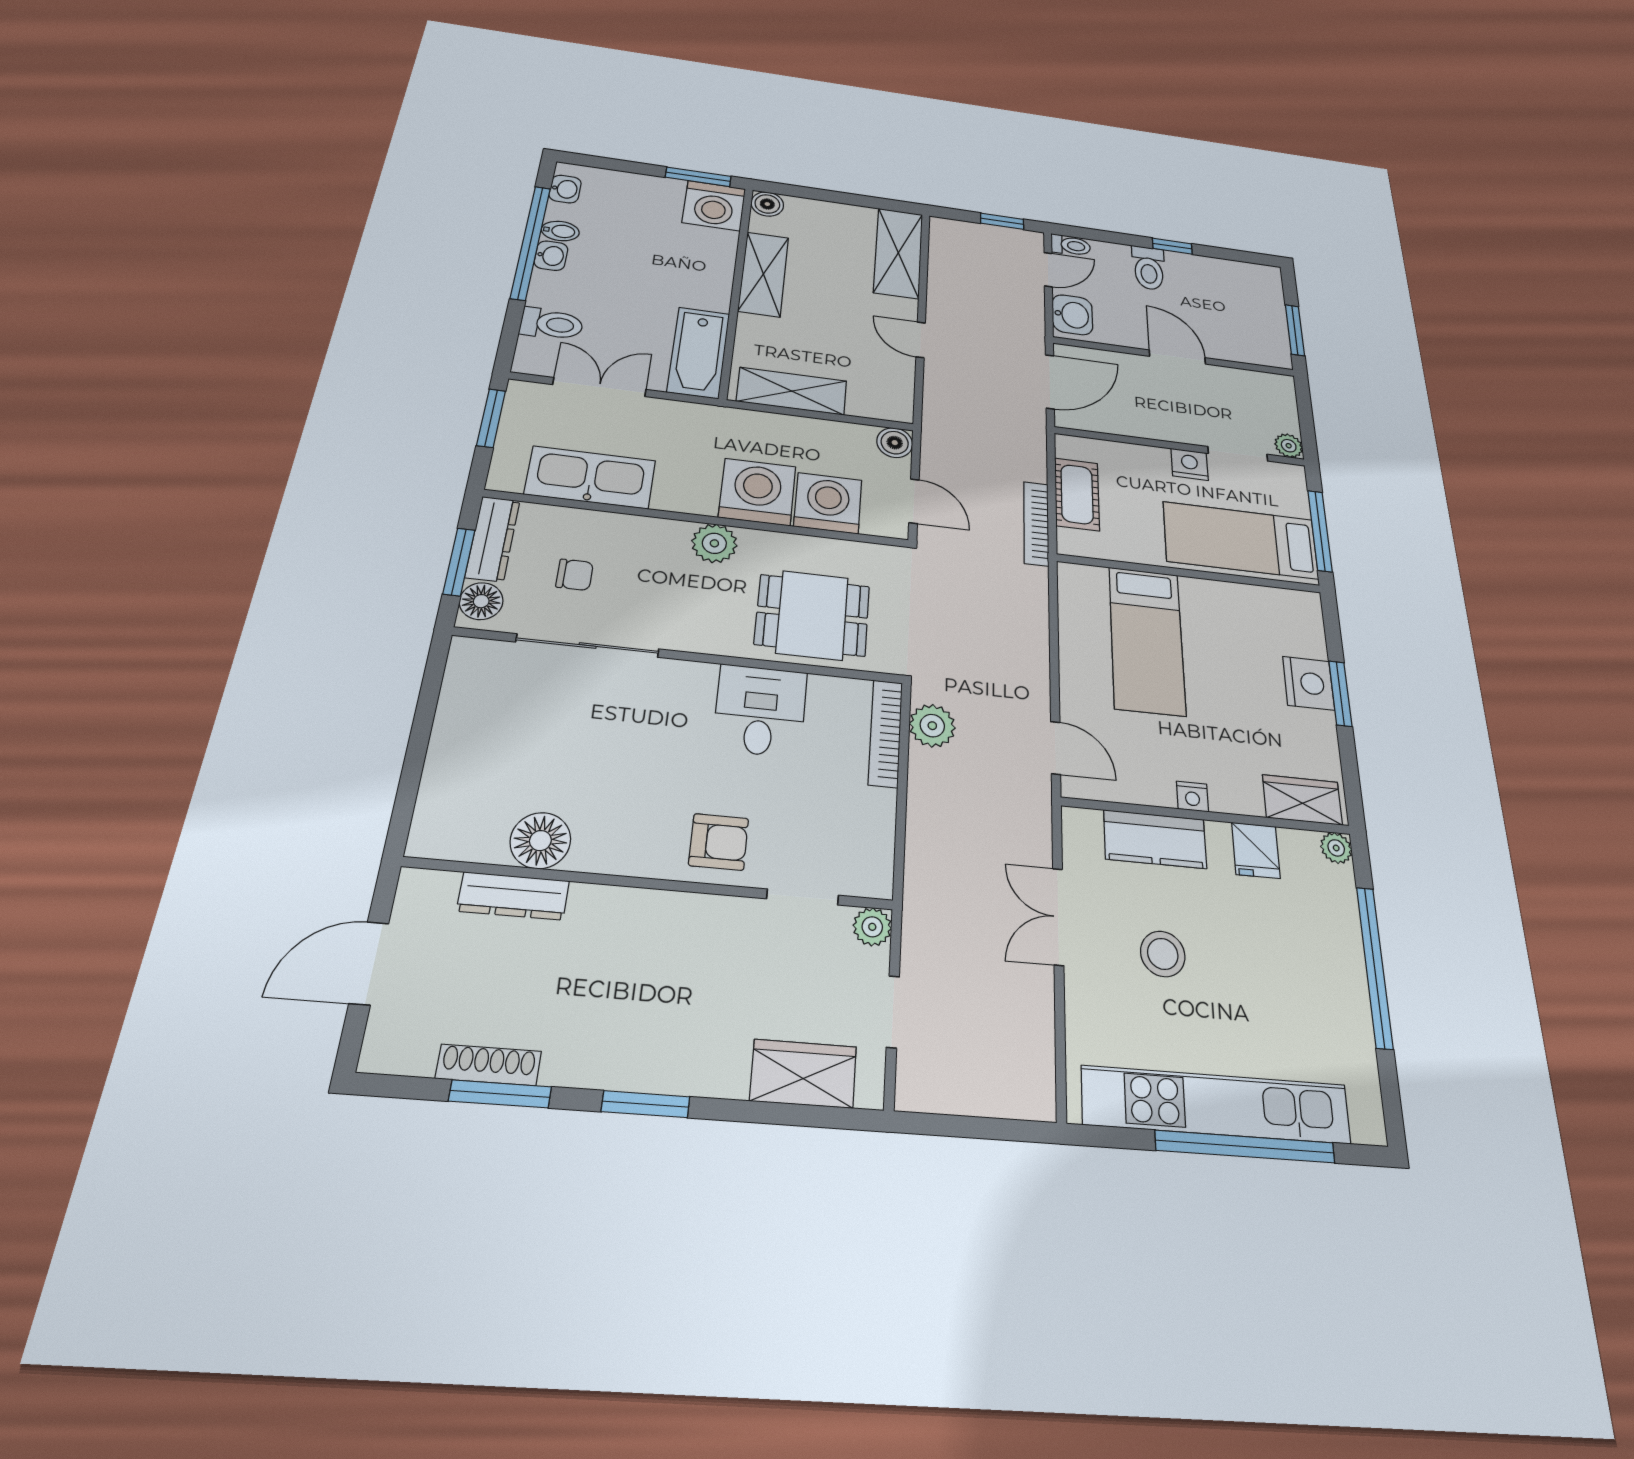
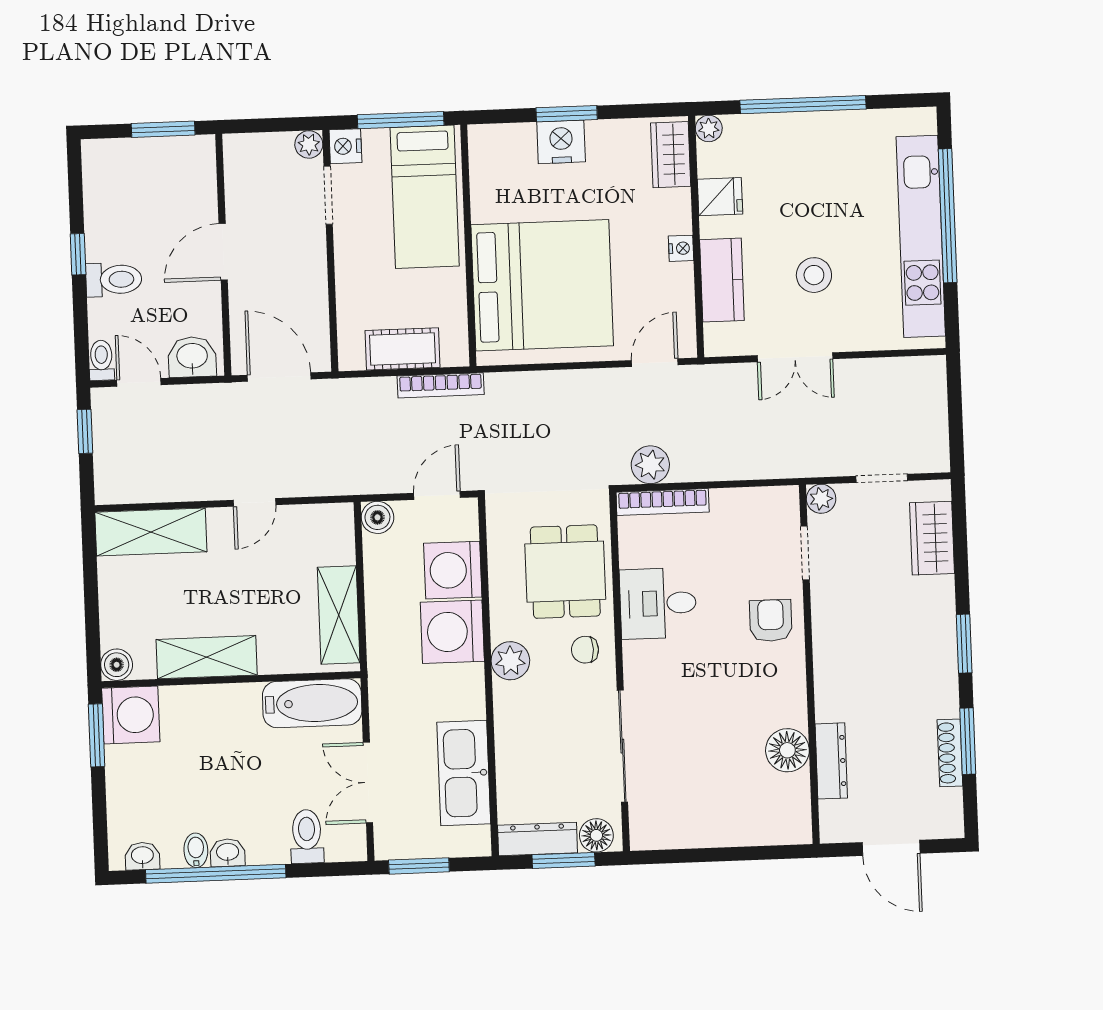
nightstand: (1190, 464) -> (345, 146), moved
chair: (575, 575) -> (585, 650), moved, turned -90
bed: (1147, 640) -> (542, 285), width x2.04

